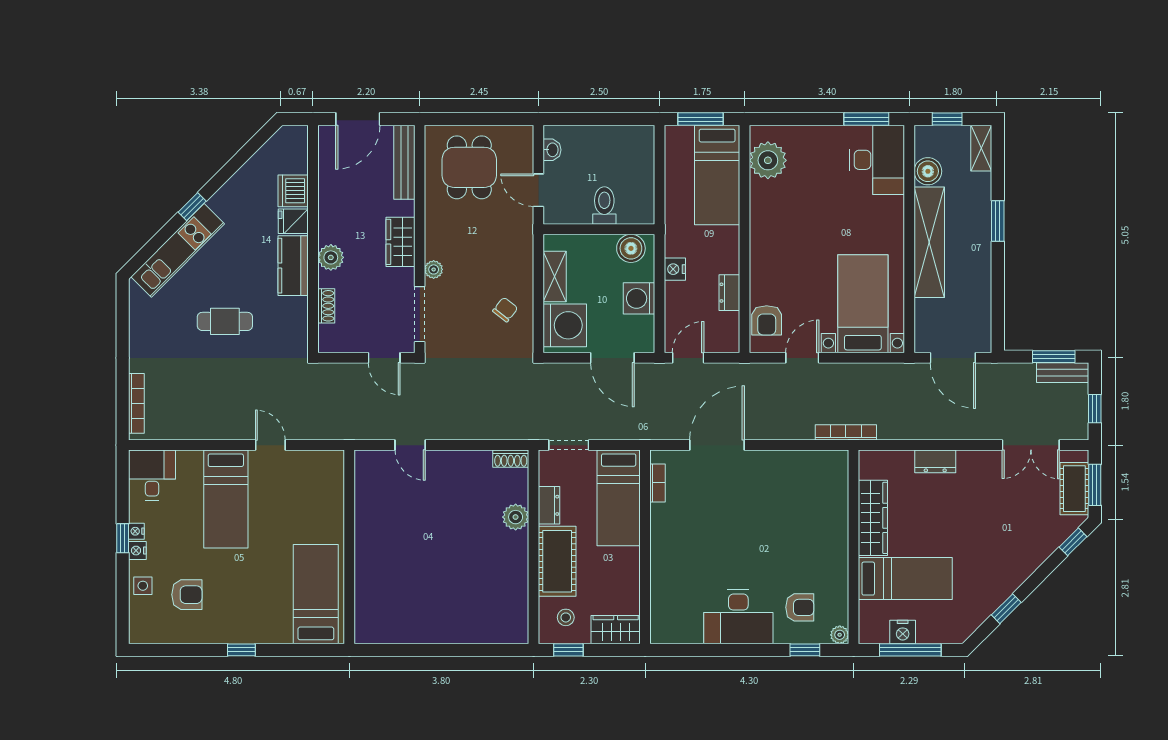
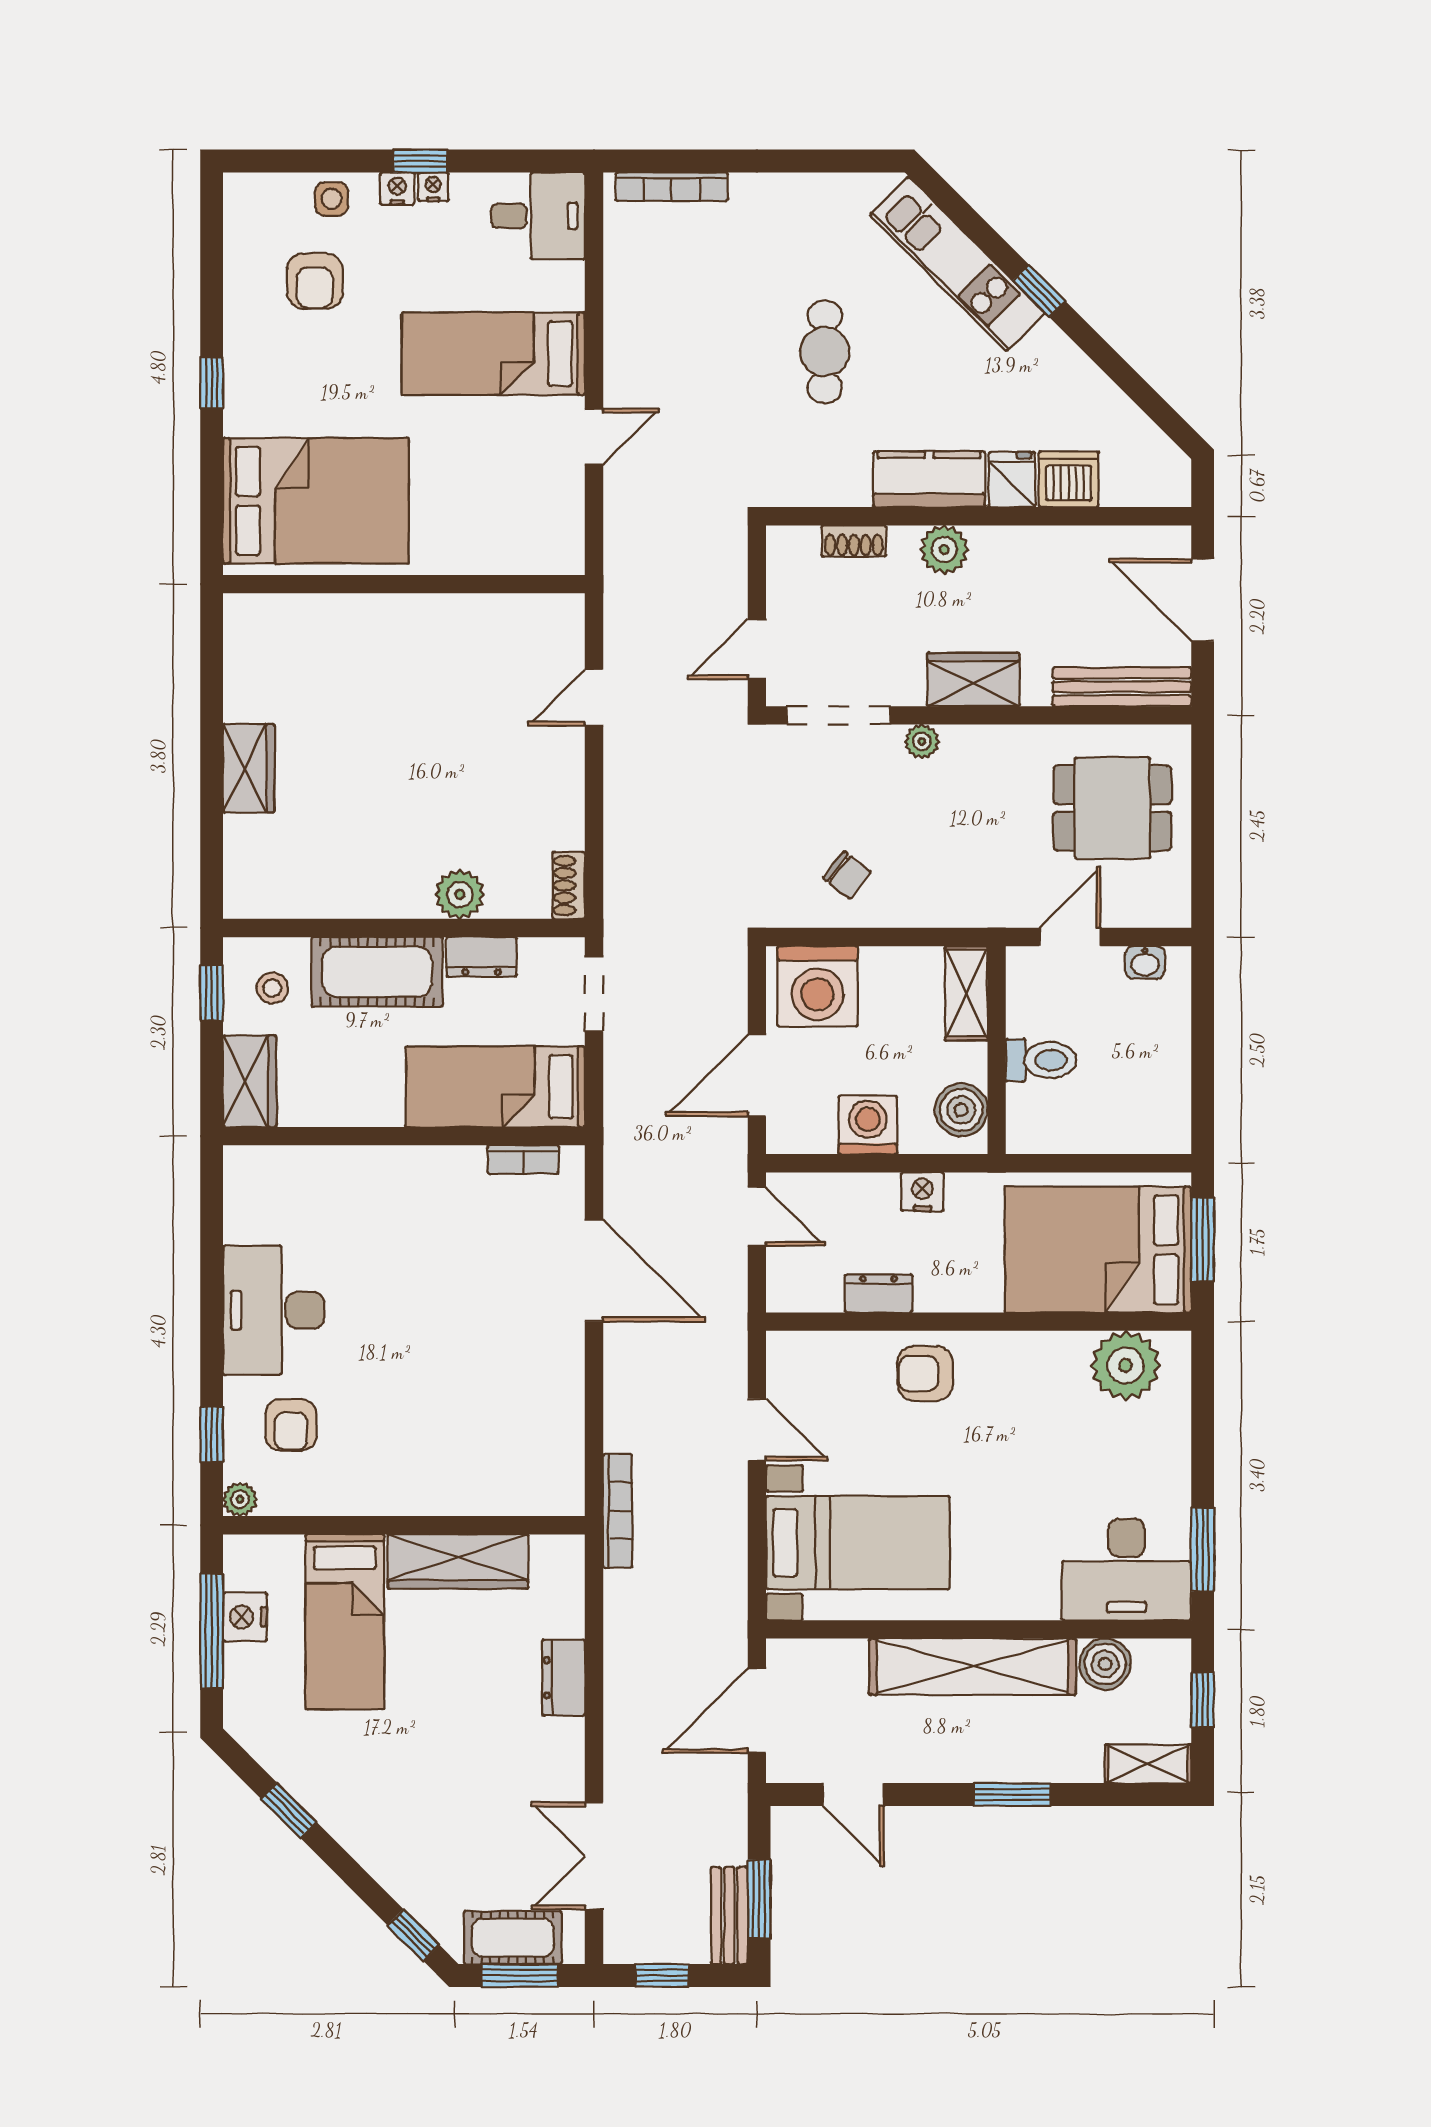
bed: (717, 175) -> (1098, 1250), width x1.50
shelving: (555, 277) -> (966, 993), moved, turned 90
door: (998, 306) -> (853, 1794), added
armchair: (767, 320) -> (925, 1374), moved
bed: (316, 594) -> (316, 501), width x1.50
wardrobe: (448, 630) -> (249, 768), added

